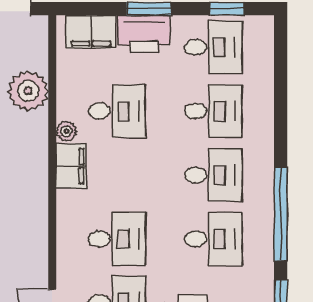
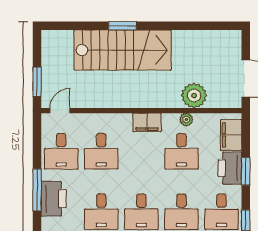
plant: (66, 131) -> (186, 119), moved

